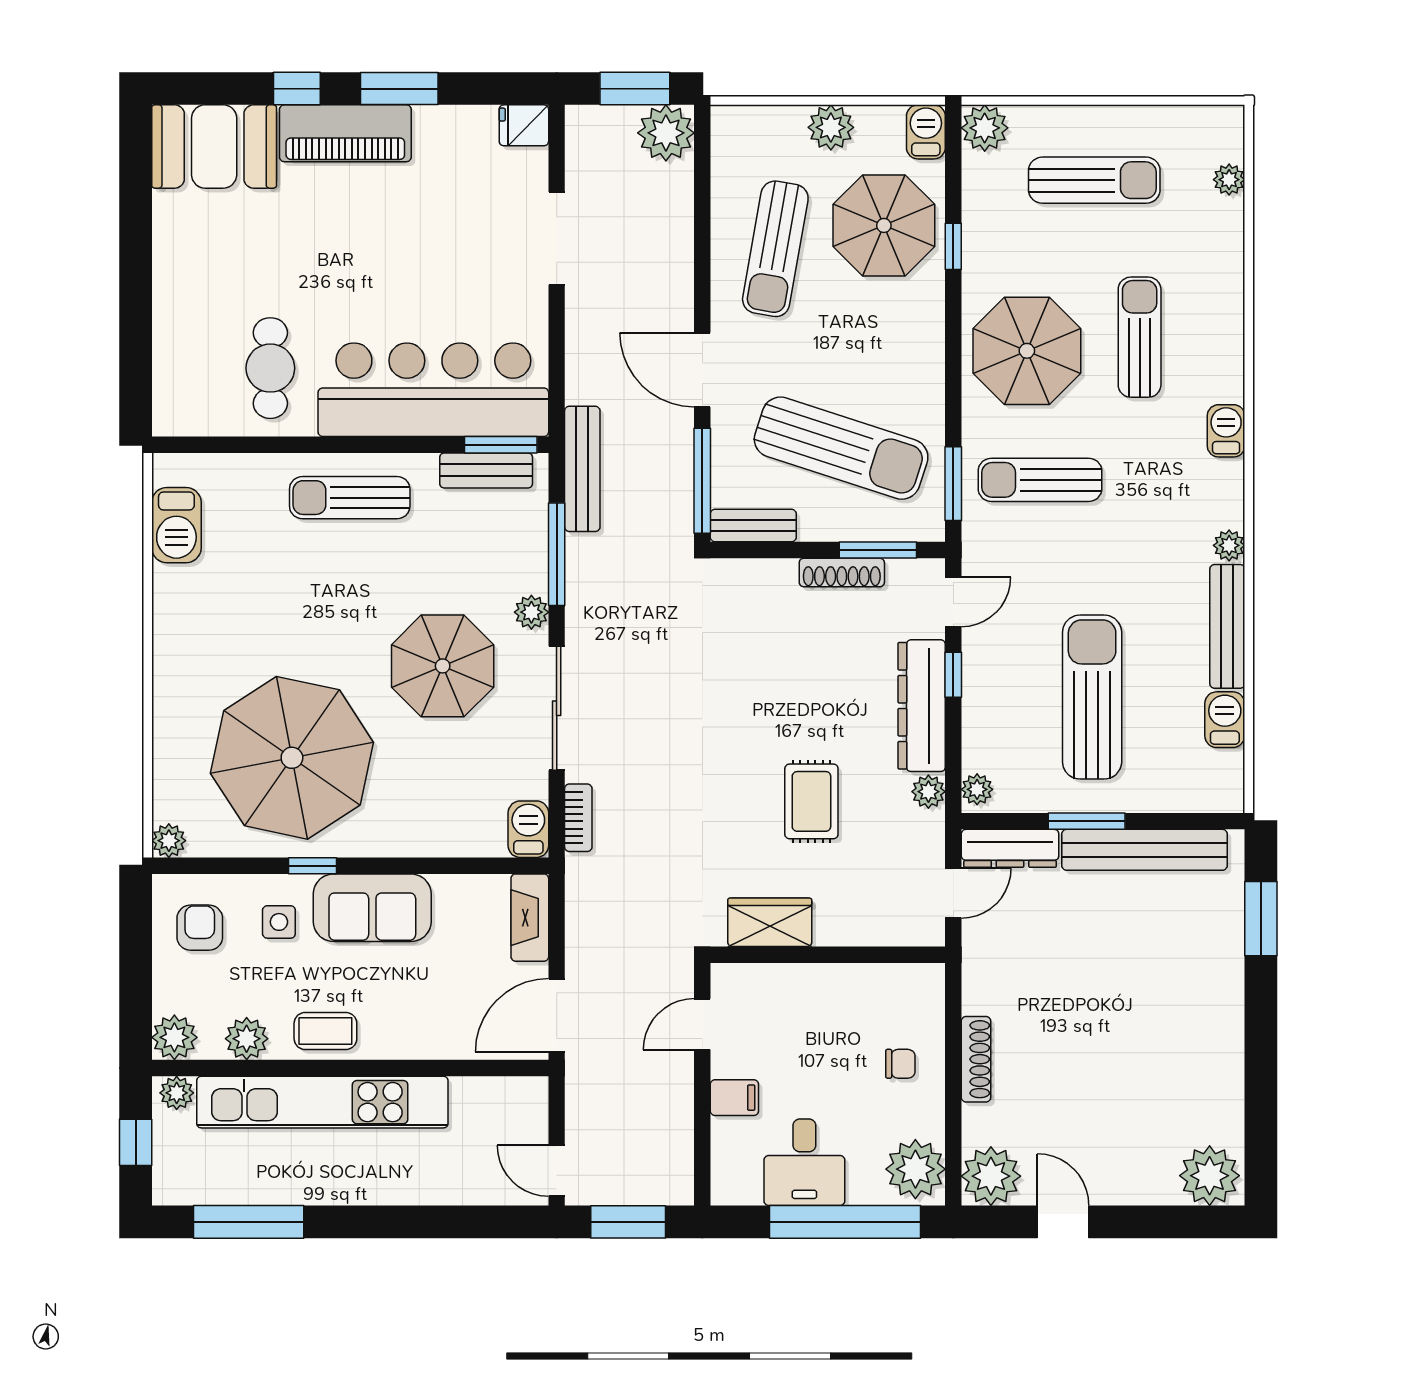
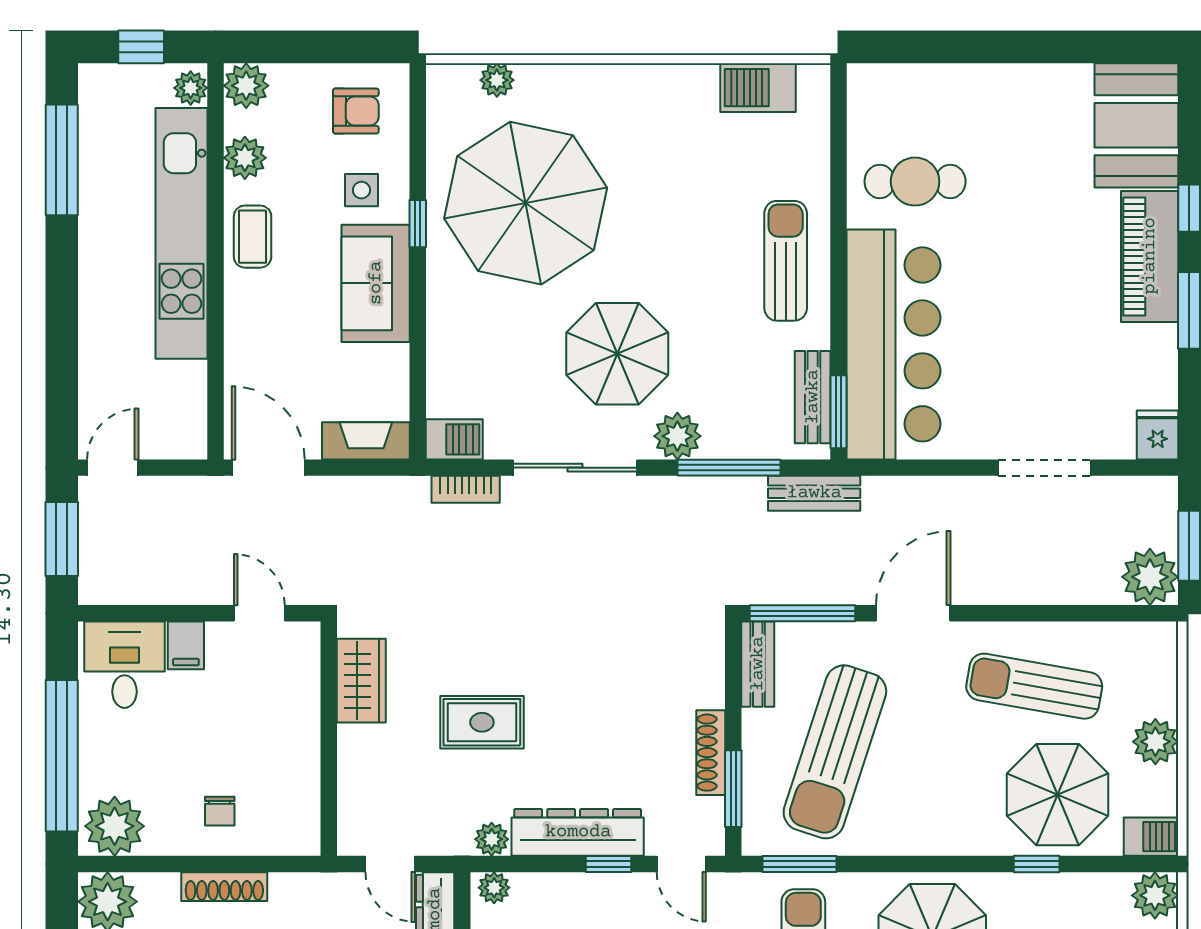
bench: (582, 469) -> (814, 493), width x0.73
plant: (531, 612) -> (677, 436), width x1.38, depth x1.38
plant: (169, 841) -> (497, 80), moved
desk: (804, 1162) -> (124, 665), moved, turned 90

